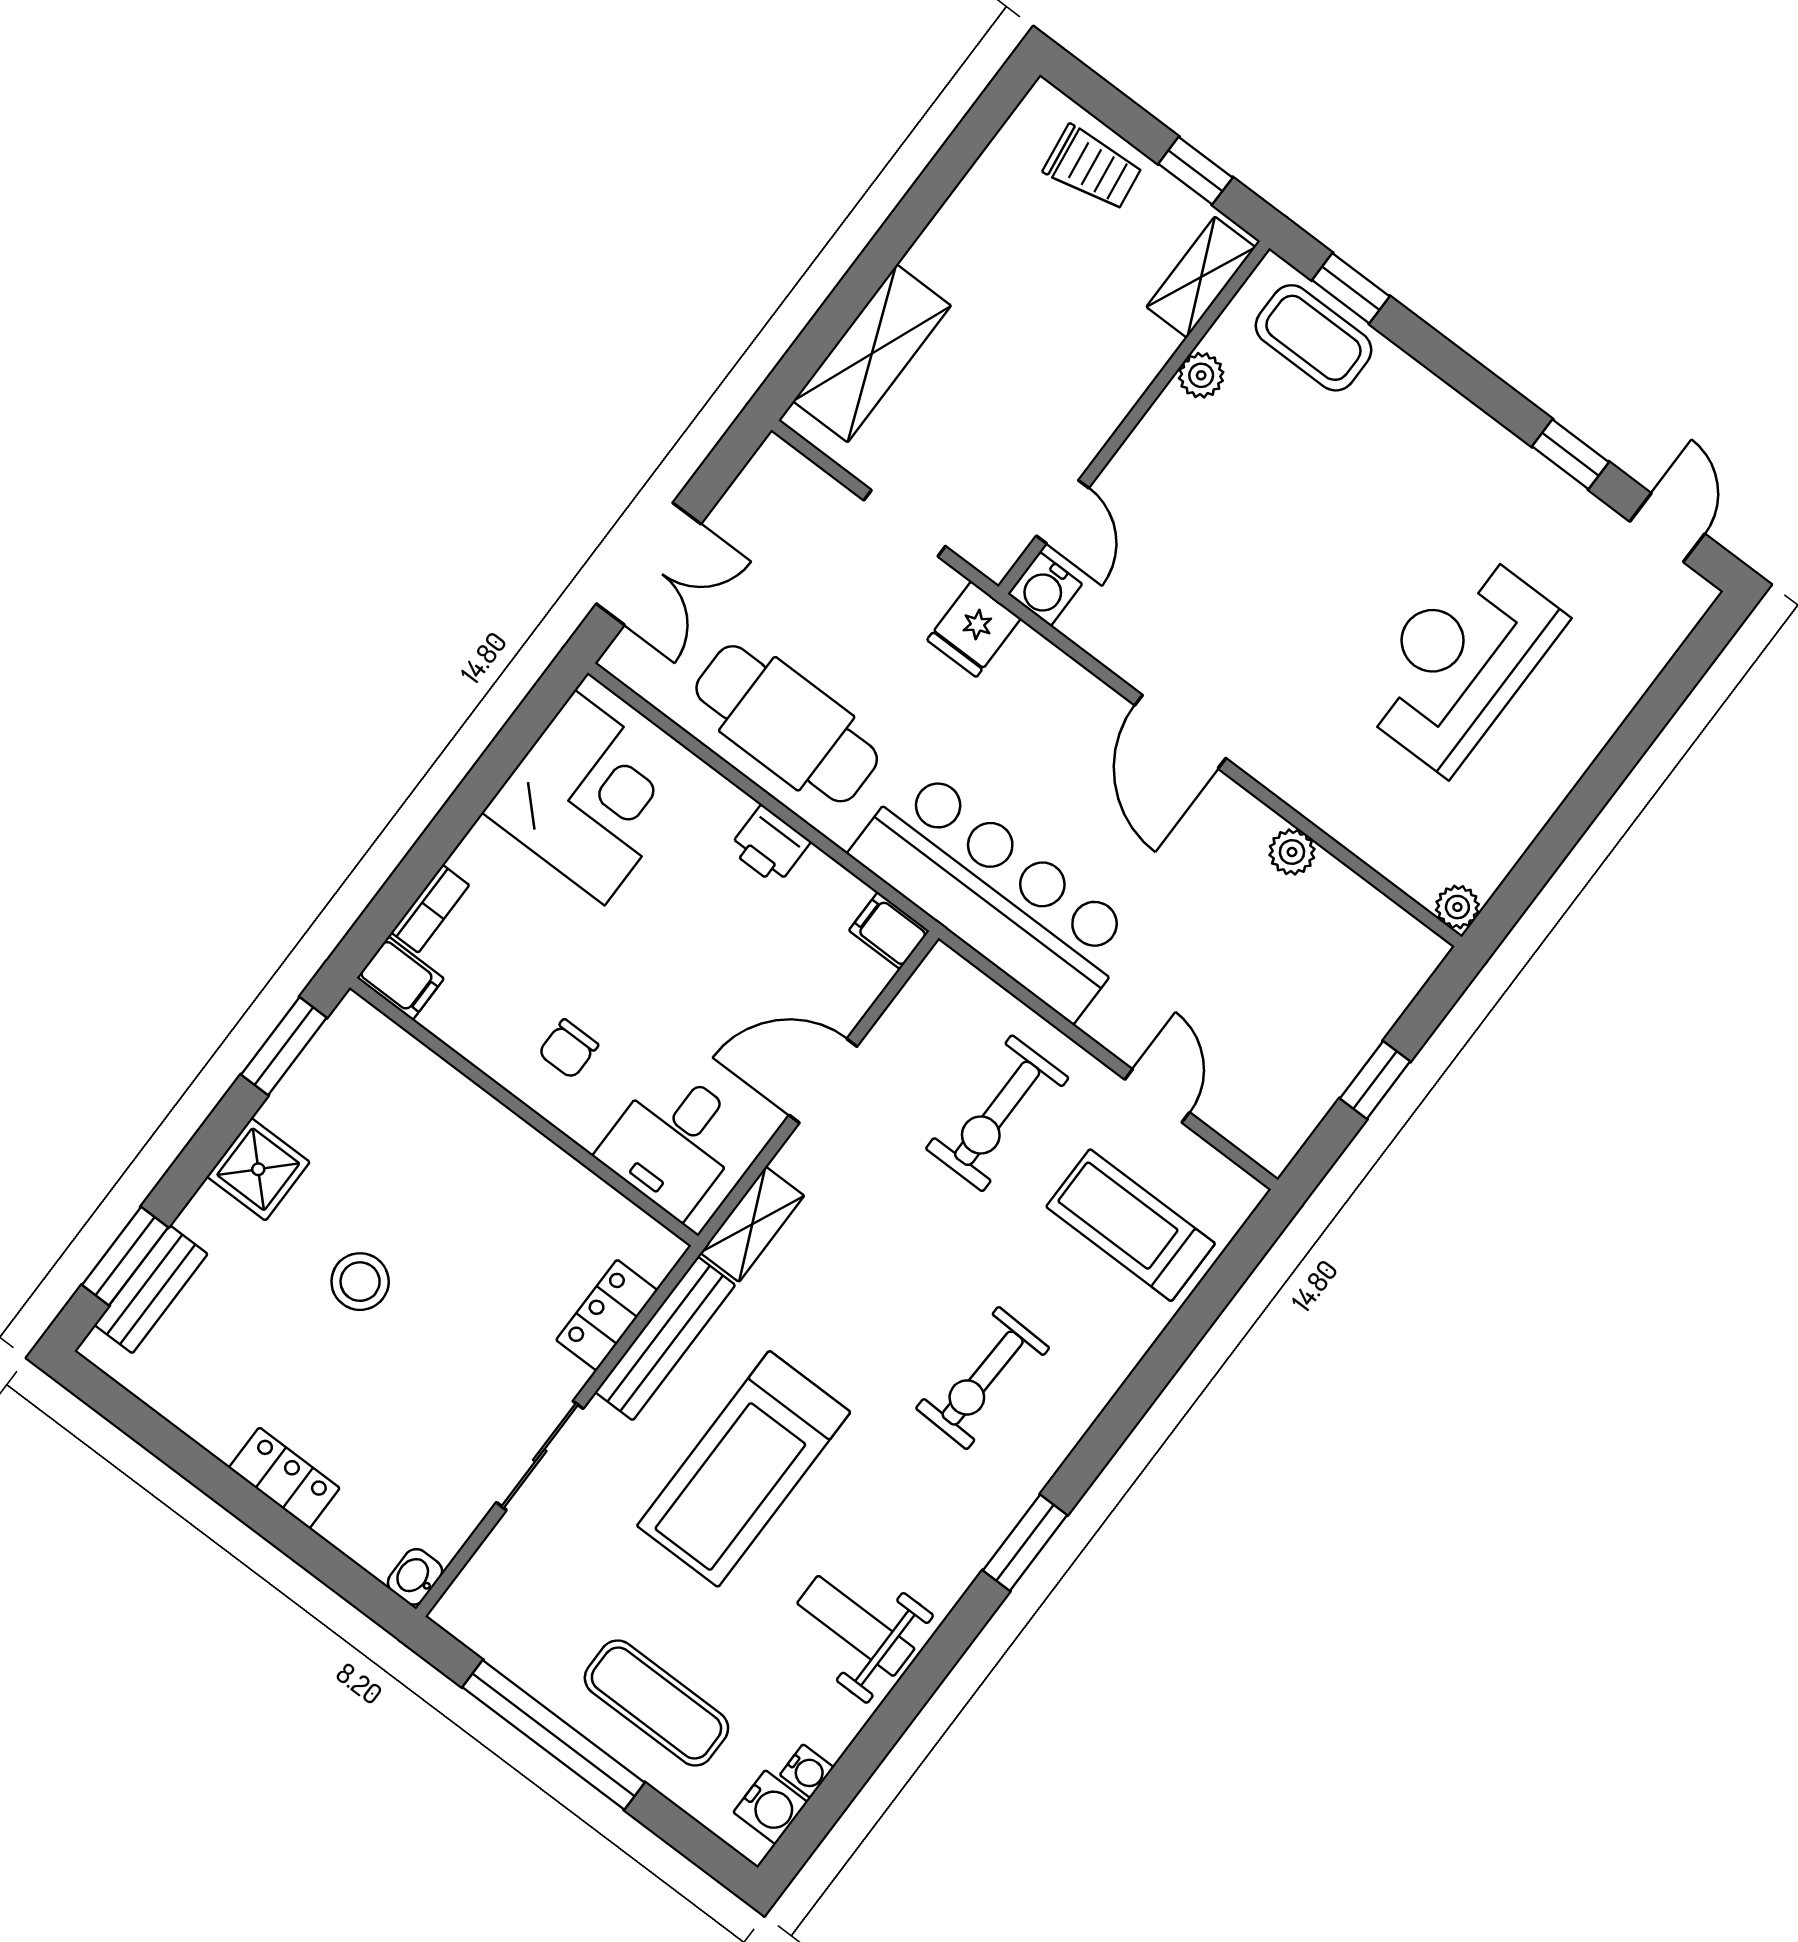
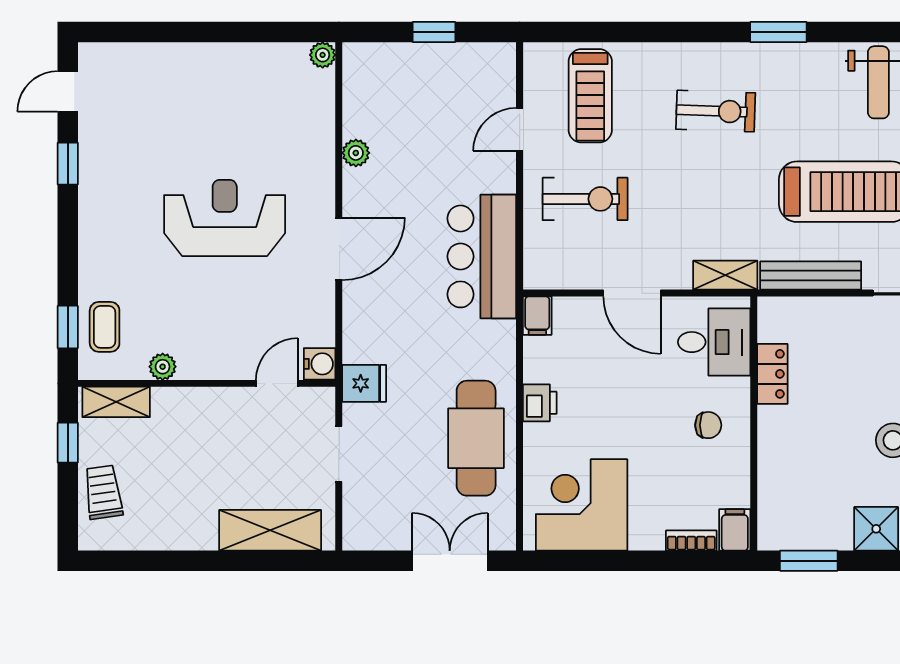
coffee table: (1313, 338) -> (105, 327), width x0.73, depth x0.77
reception desk: (1459, 661) -> (225, 218), moved, turned 180
bar counter: (995, 893) -> (482, 256), width x0.73
locker: (607, 1315) -> (772, 374), moved, turned -90

